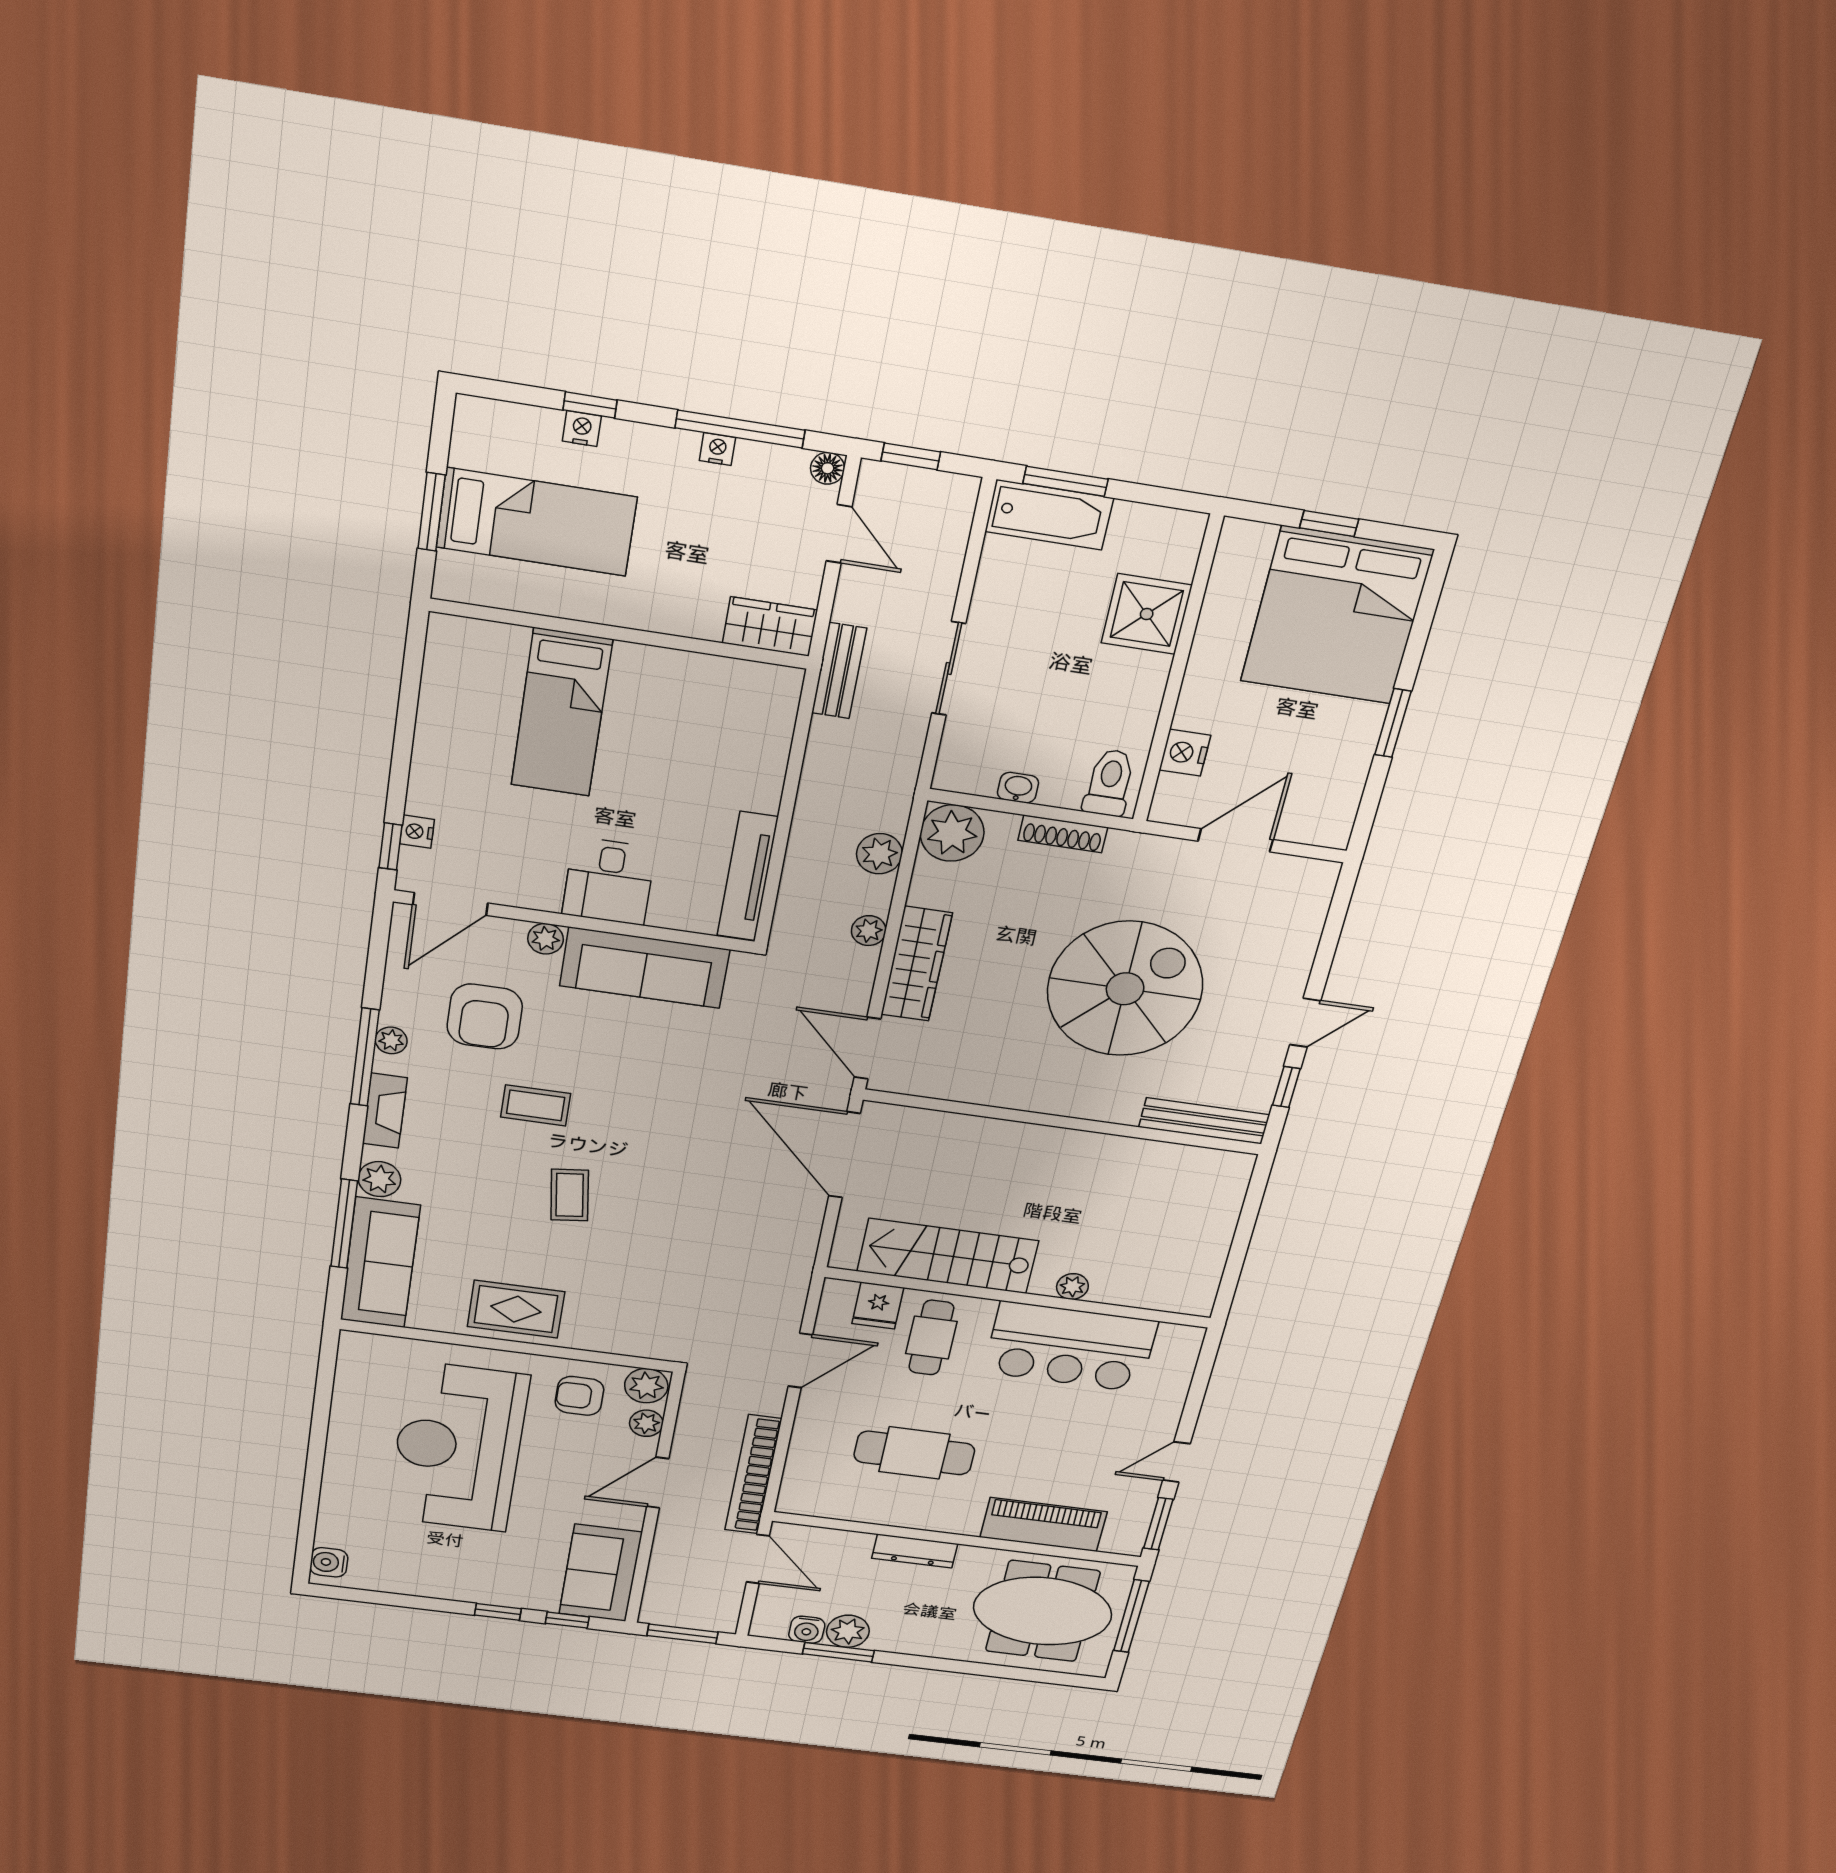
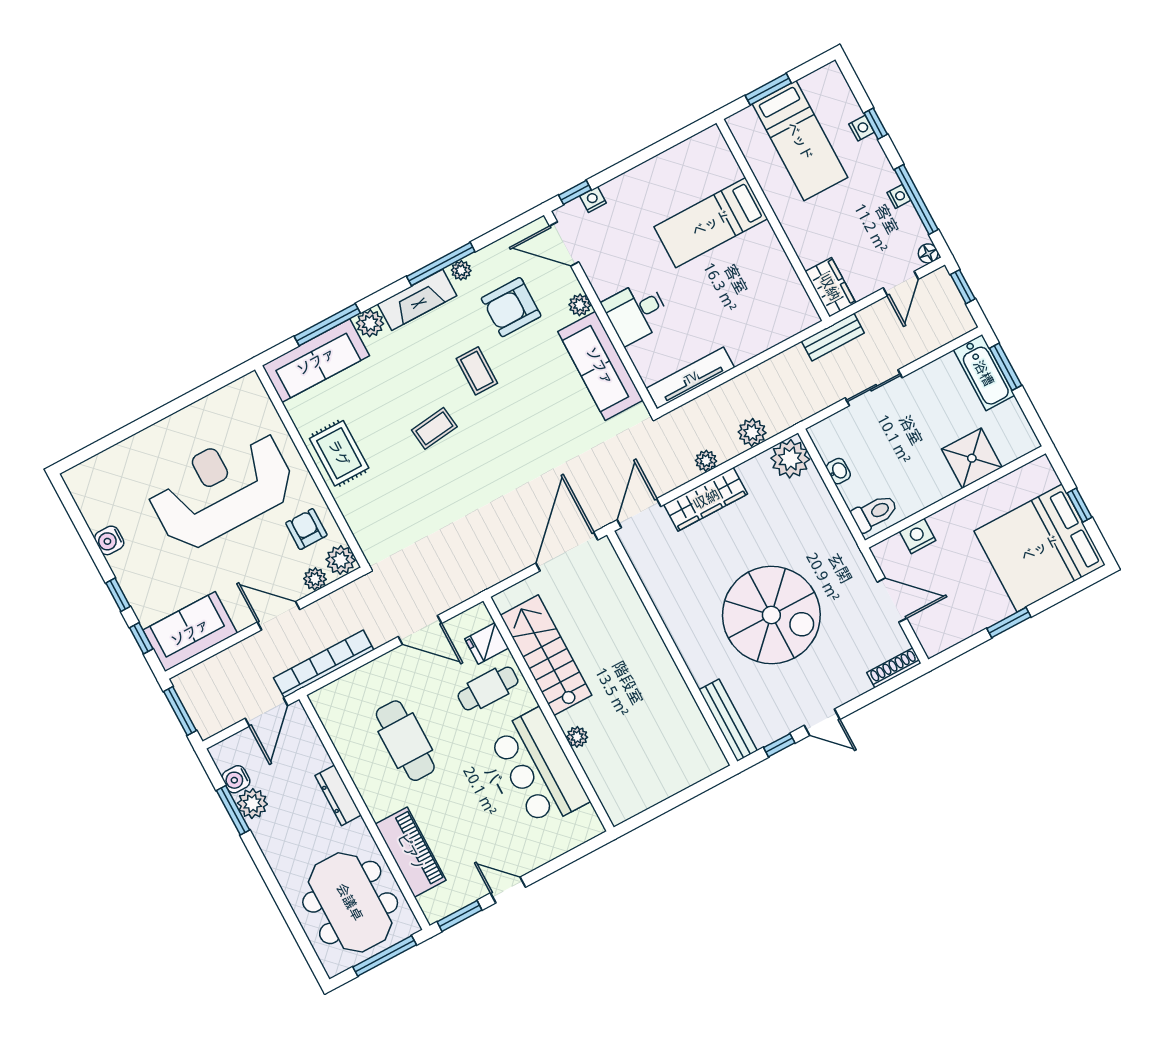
shoe rack: (1063, 834) -> (894, 668), moved, turned 90
fireplace: (385, 1111) -> (417, 300), width x1.37, depth x1.32
water cooler: (329, 1562) -> (109, 540), moved, turned -90

